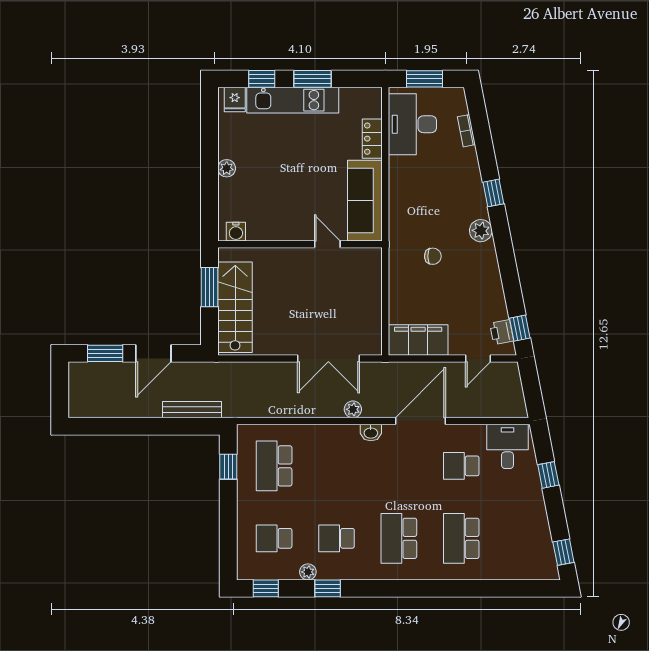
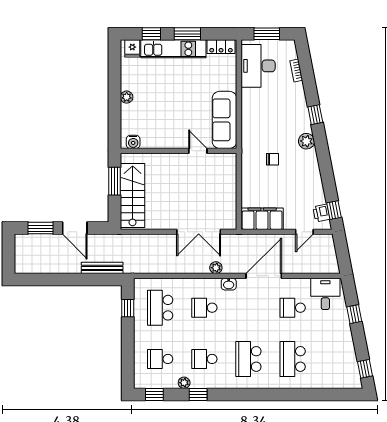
locker: (372, 139) -> (221, 47), moved, turned -90
door: (153, 353) -> (75, 228), hinge flipped
school desk: (336, 466) -> (204, 308), added

